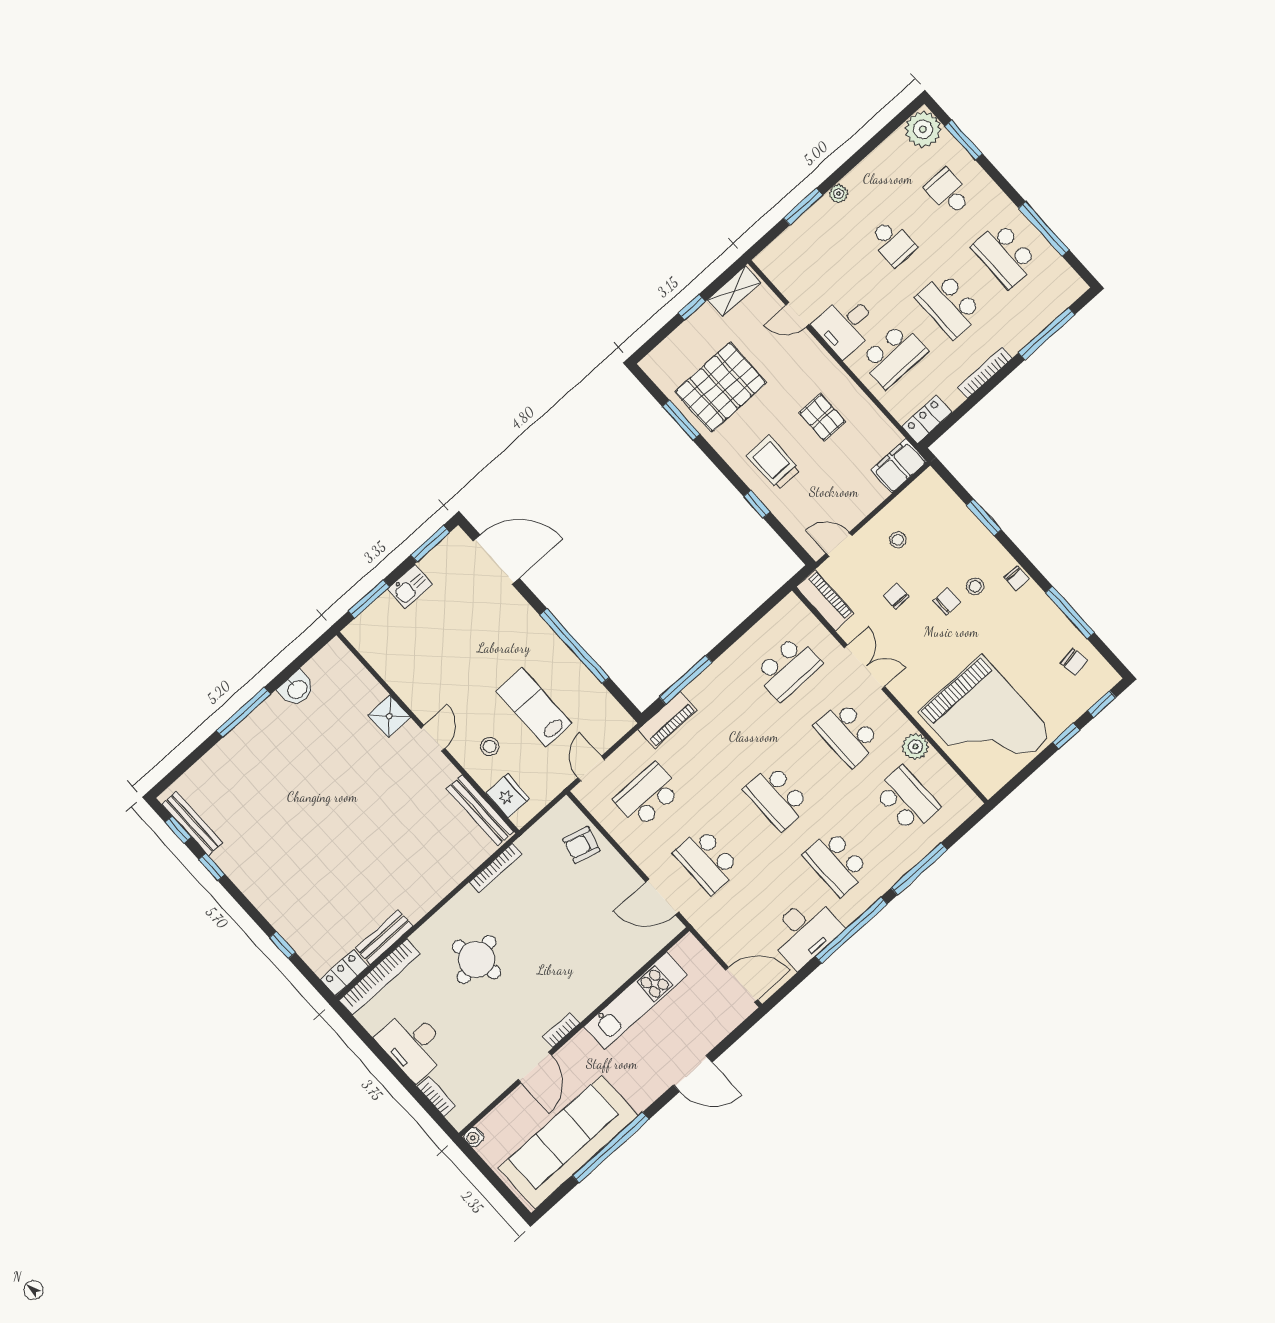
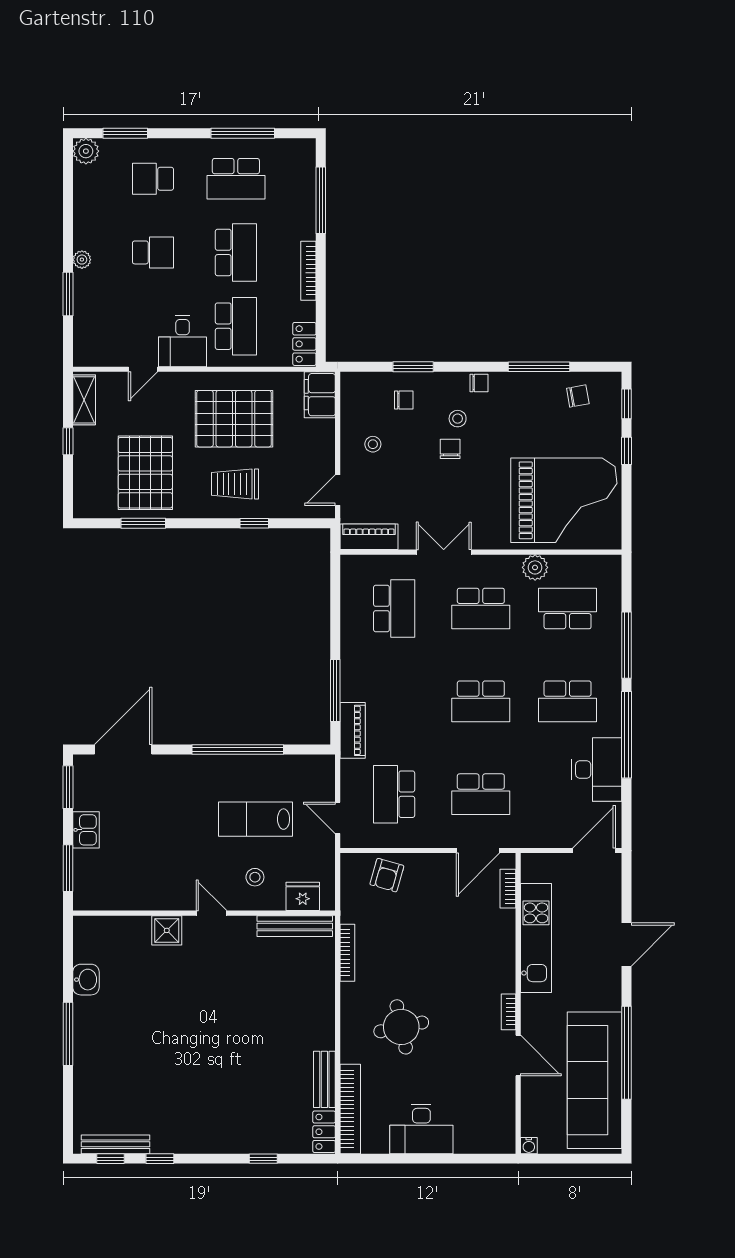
plant: (923, 129) -> (86, 151), width x0.73, depth x0.73
school desk: (949, 305) -> (236, 252), turned -90
pallet: (822, 417) -> (234, 419), width x2.05, depth x2.00
chair: (896, 596) -> (404, 400), moved, turned 180
bookcase: (436, 1096) -> (508, 889), moved, turned -90

